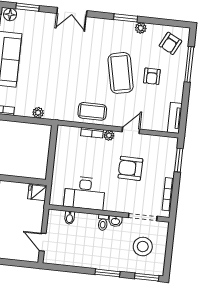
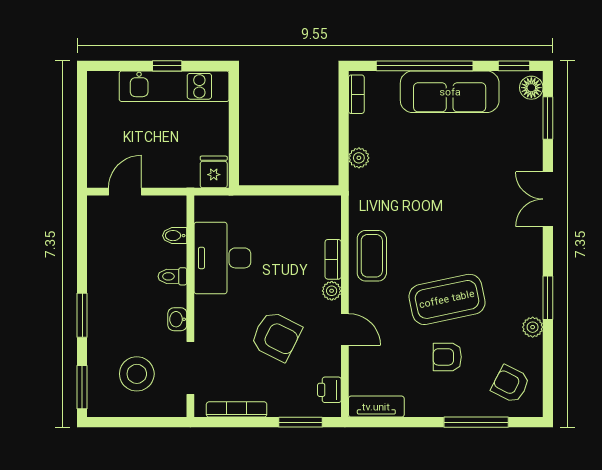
printer: (163, 142) -> (329, 390), added
armchair: (130, 168) -> (276, 336), turned 116
toilet: (103, 223) -> (172, 276), moved

